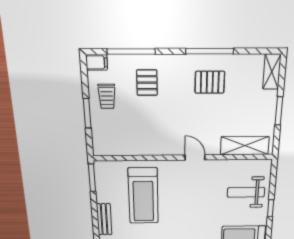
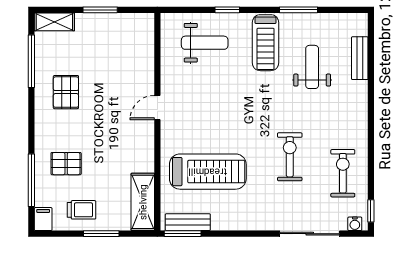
window: (210, 51) -> (31, 61), moved
shelving: (245, 146) -> (143, 202), moved
weight bench: (246, 192) -> (205, 43), turned -90
bench: (104, 219) -> (188, 222), moved

